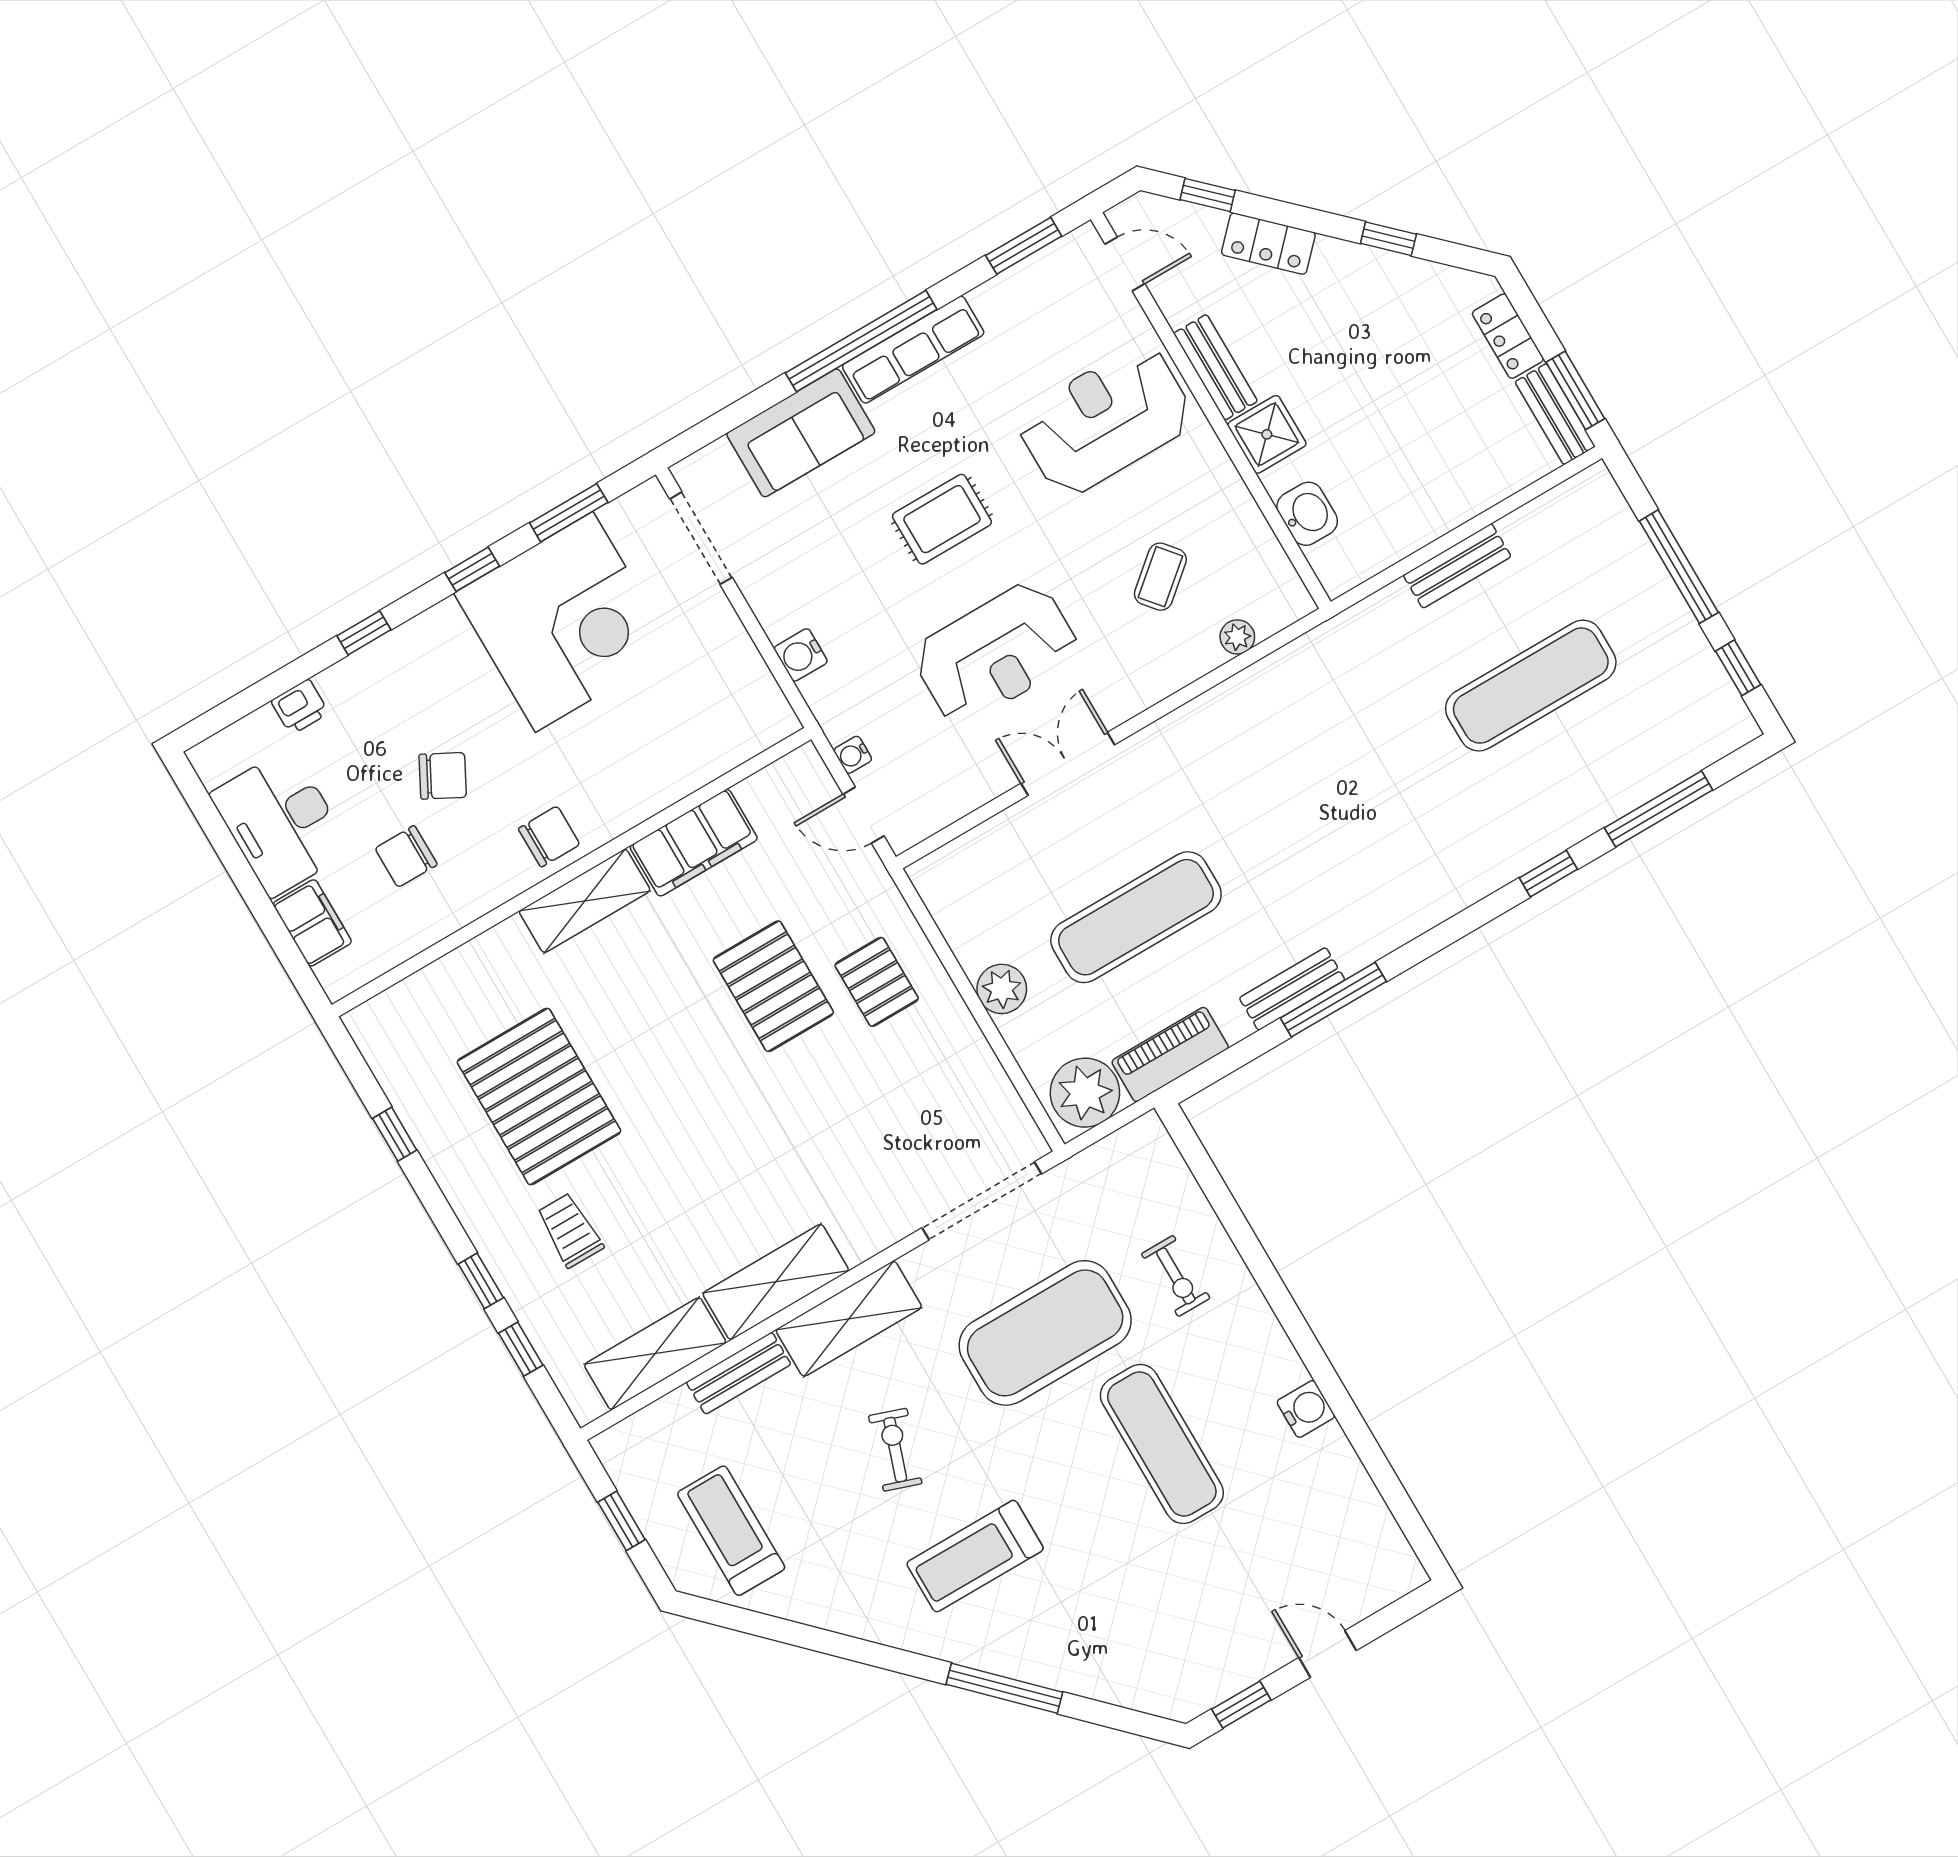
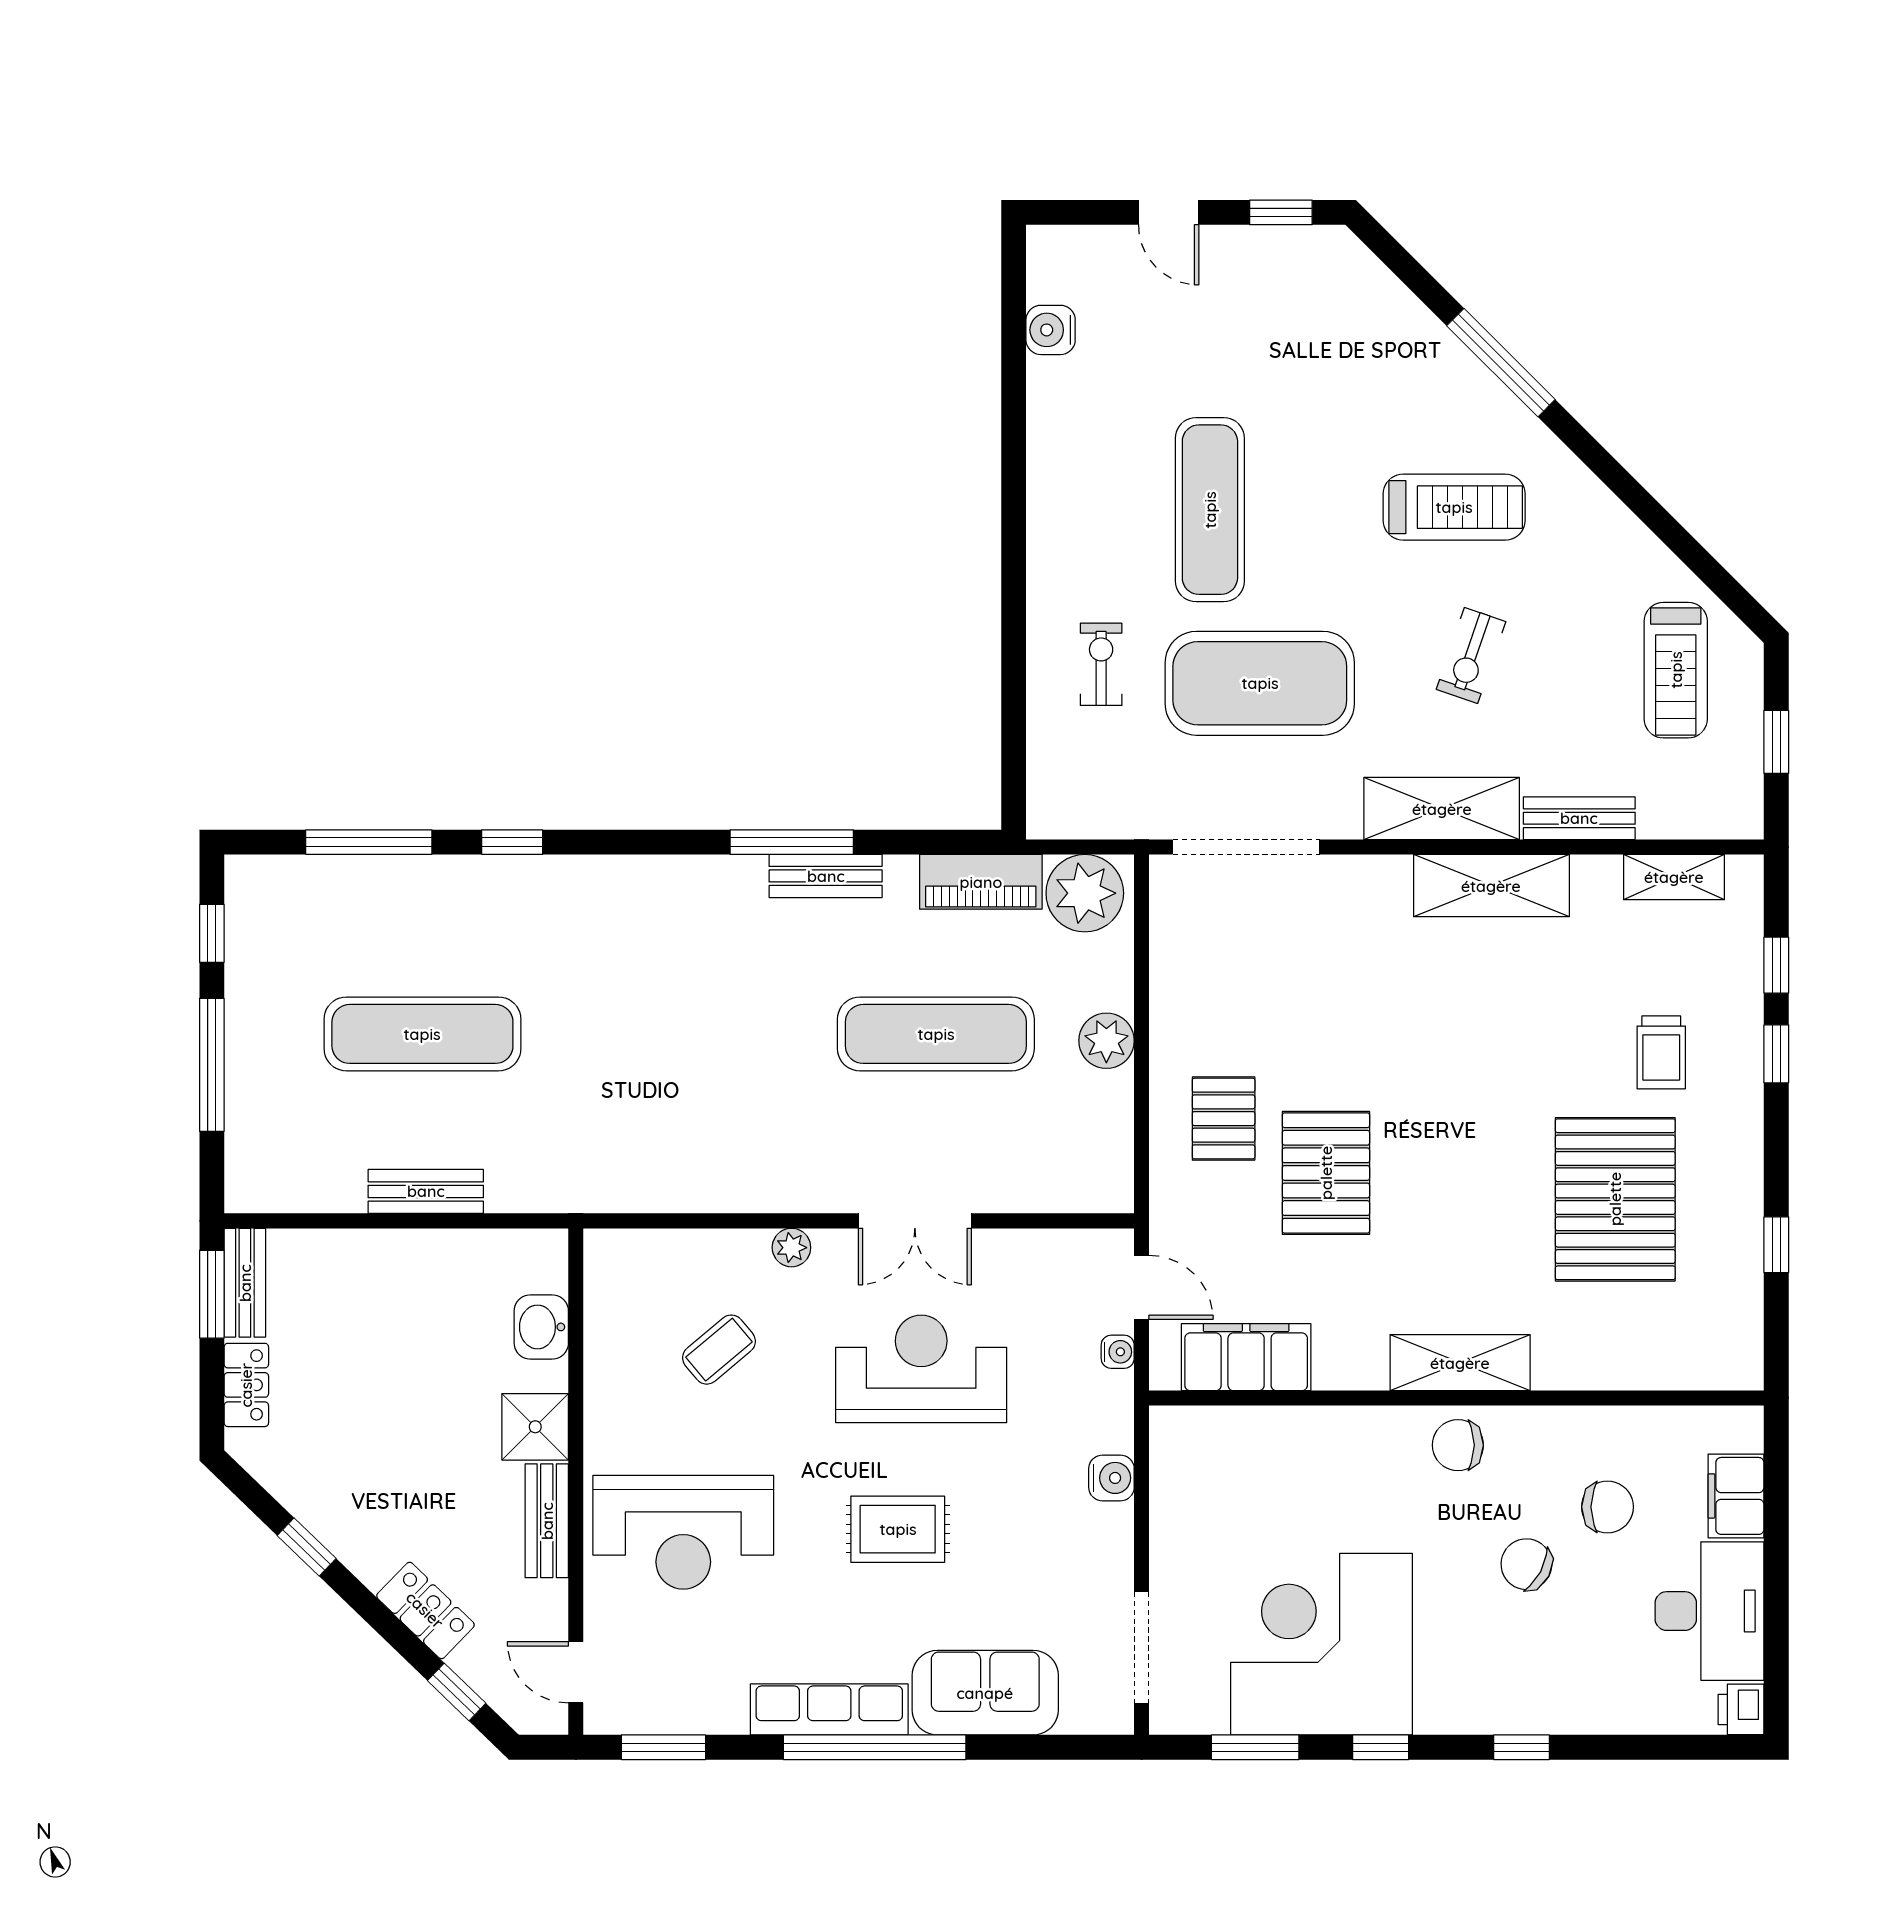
plant: (1237, 637) -> (791, 1248), moved
printer: (300, 707) -> (1741, 1709), moved, turned -90
filing cabinet: (694, 843) -> (1246, 1357), moved
shelving: (655, 1354) -> (1674, 877), width x0.67, depth x0.75
water cooler: (1306, 1409) -> (1051, 330), moved

